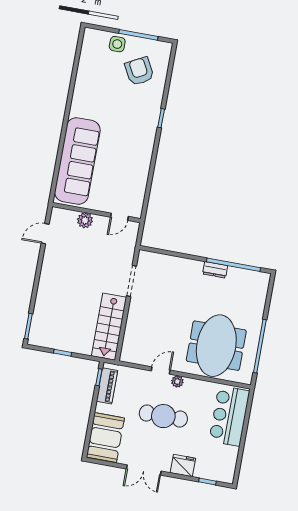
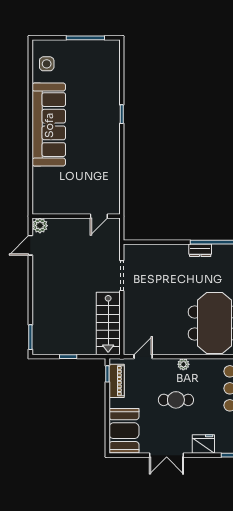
side table: (117, 44) -> (47, 64), moved
armchair: (139, 71) -> (93, 73), removed
sofa: (77, 161) -> (49, 125), moved
plant: (85, 220) -> (40, 226), moved
door: (161, 371) -> (143, 357), moved
cafe table: (163, 416) -> (176, 400), width x0.73, depth x0.74

